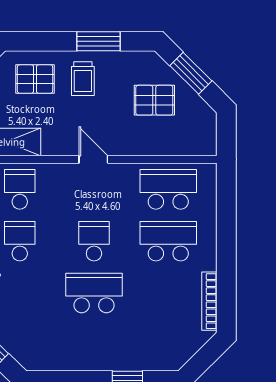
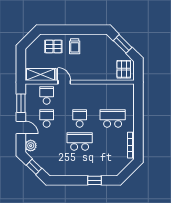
window: (98, 41) -> (82, 30), removed
pallet: (154, 100) -> (124, 69), moved, turned 90
door: (93, 159) -> (64, 82), moved
school desk: (168, 189) -> (113, 95), removed

